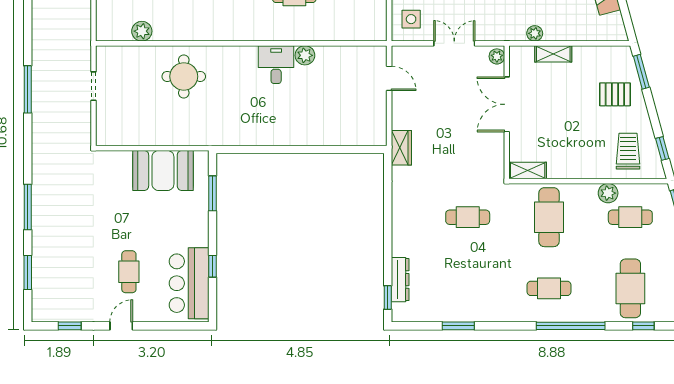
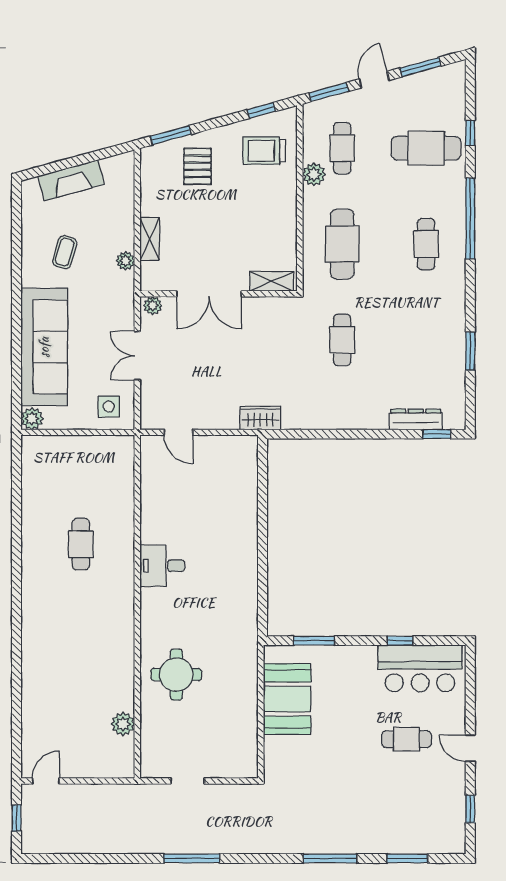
plant: (305, 55) -> (151, 532), removed
door: (389, 78) -> (178, 432), swing flipped
shelving: (528, 171) -> (272, 281), moved, turned 90
cafe table: (549, 217) -> (342, 244), turned 90

